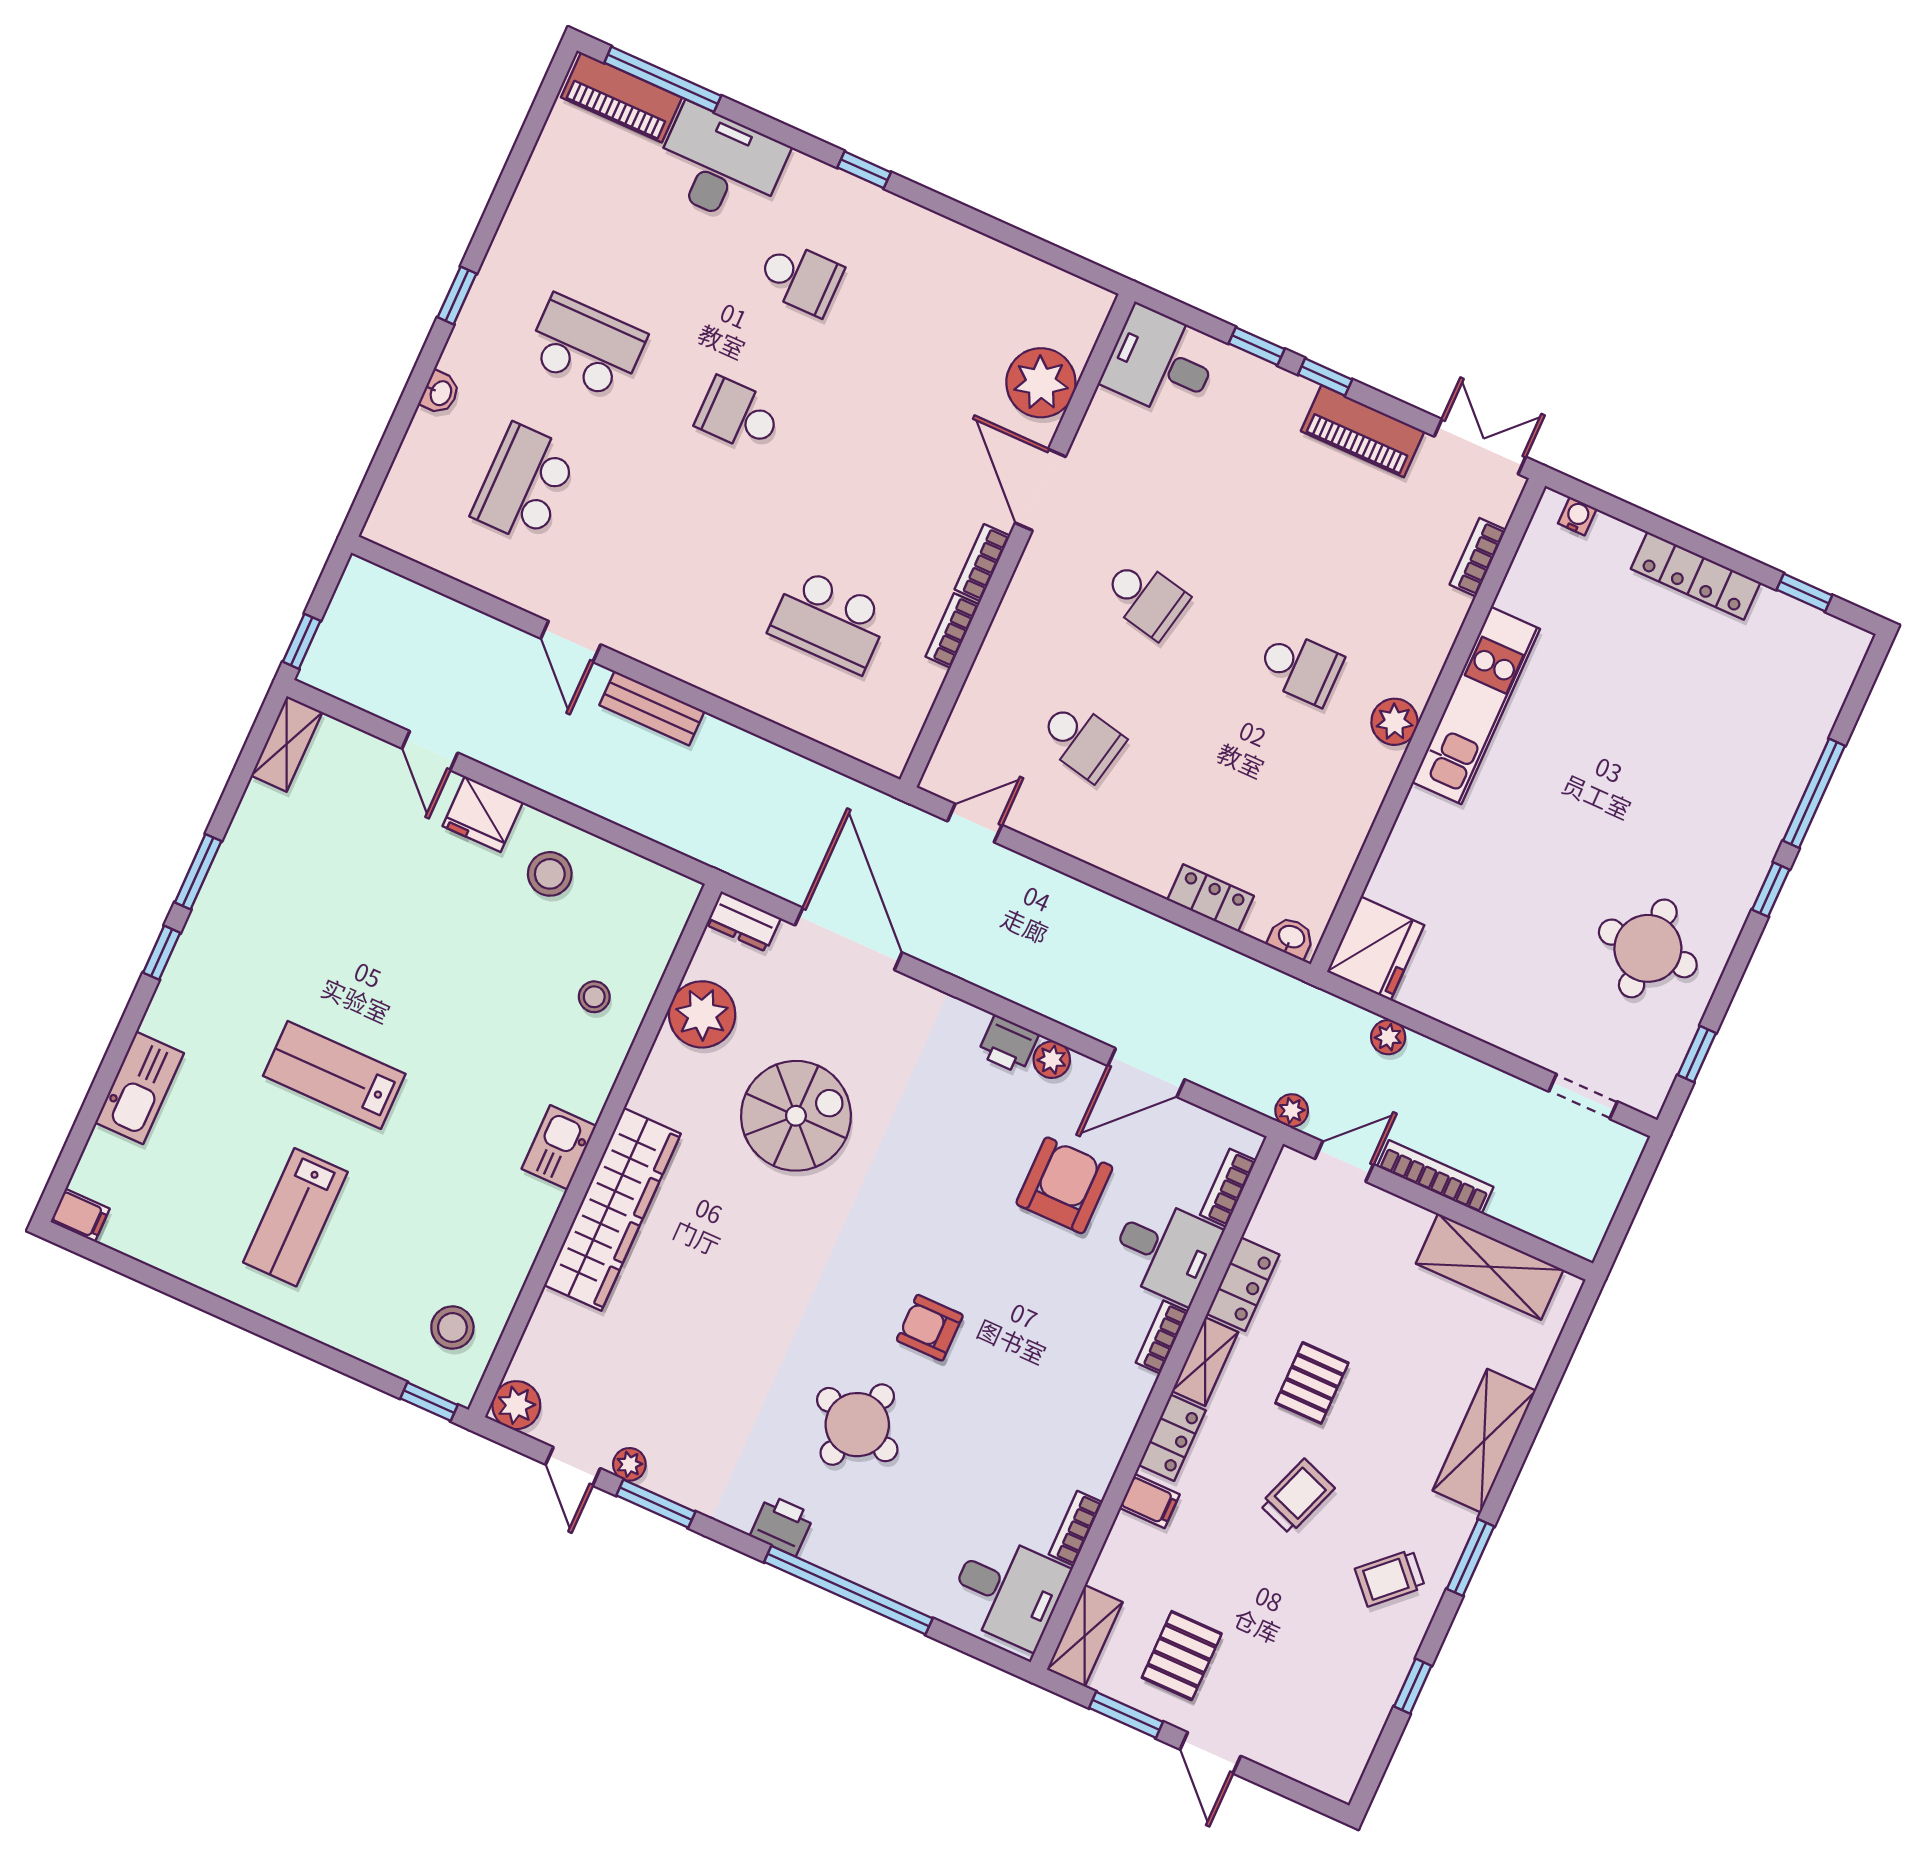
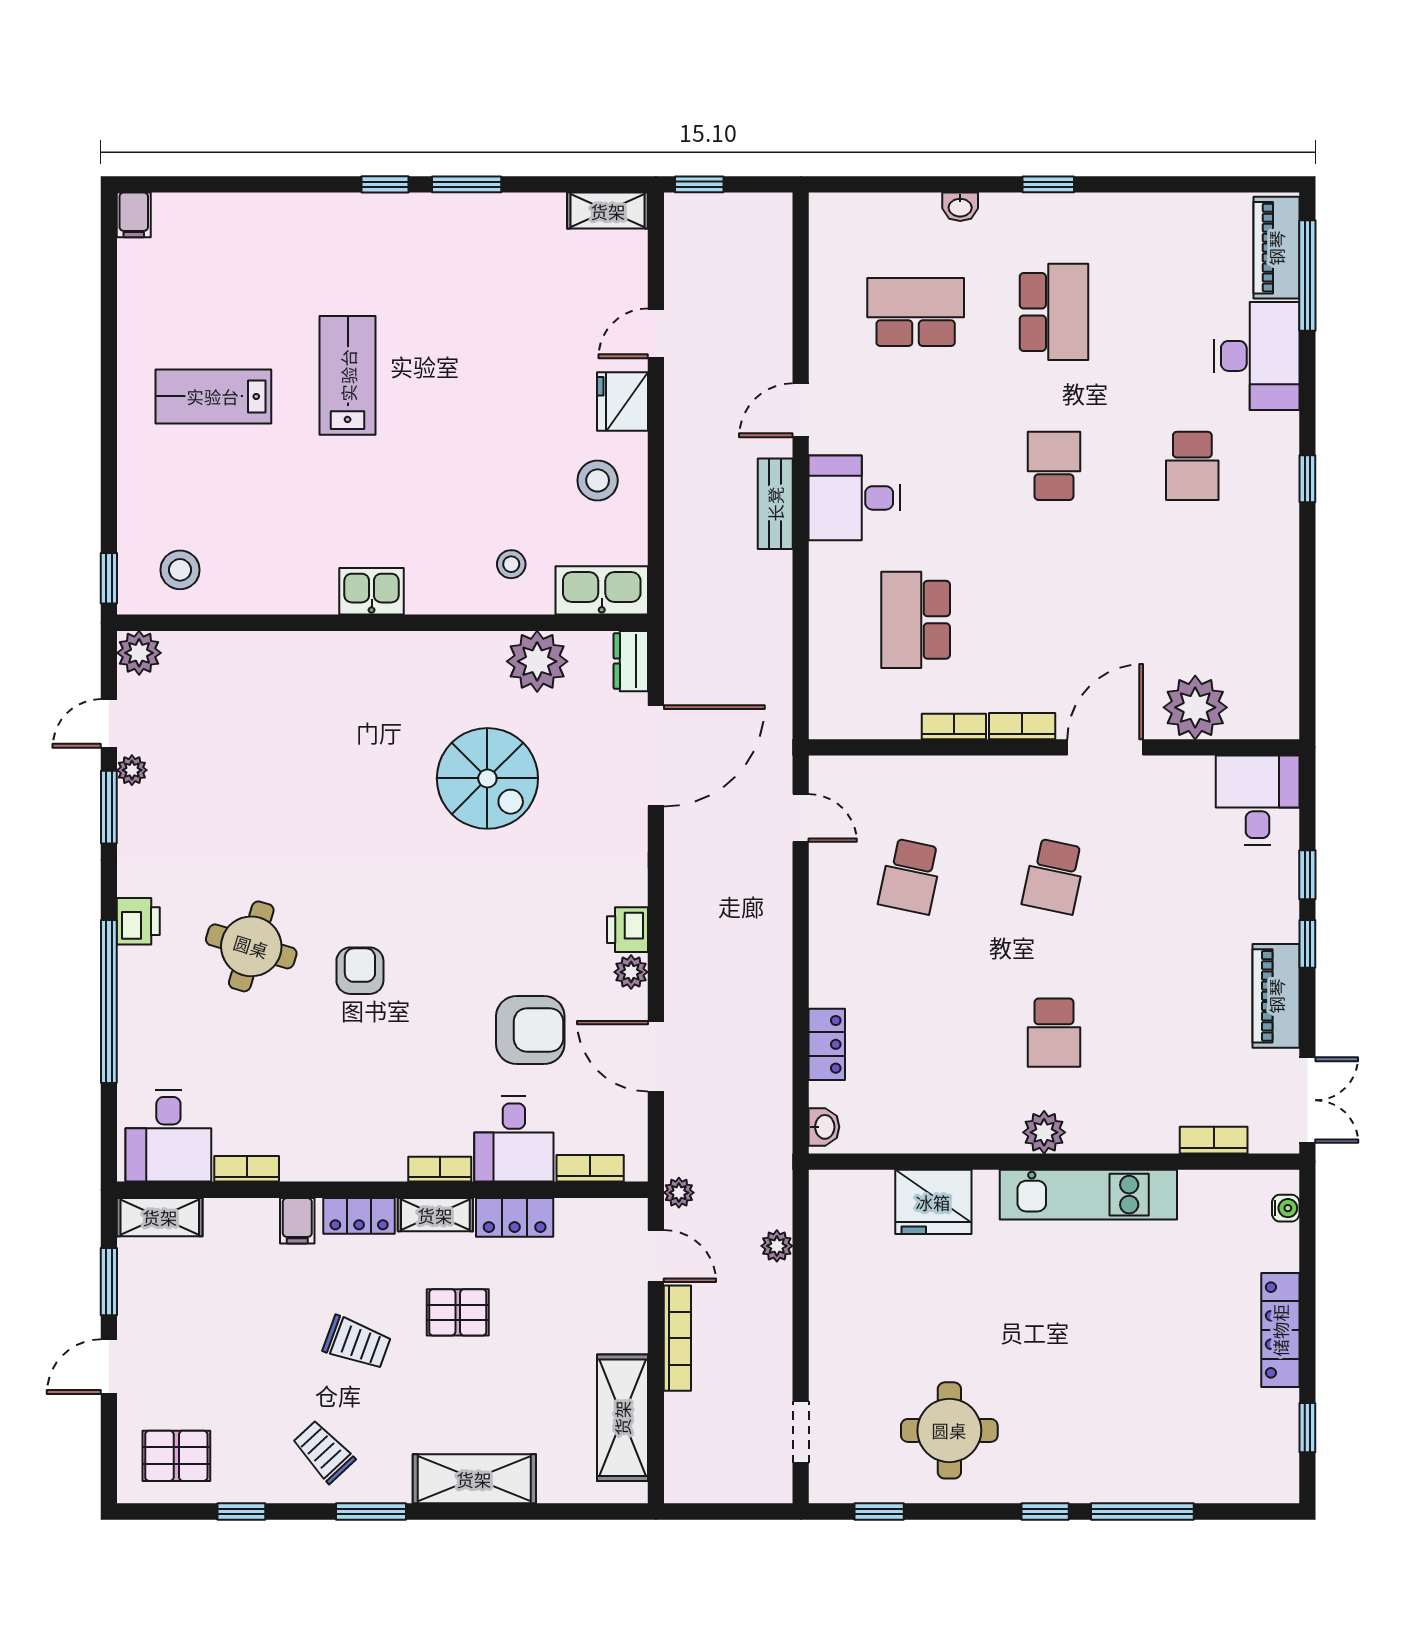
desk: (681, 627) -> (854, 498), added
fridge: (1376, 948) -> (933, 1202), moved
kitchen sink: (139, 1088) -> (602, 590), moved, turned 180
wardrobe: (612, 1209) -> (340, 660), removed
pallet: (1182, 1656) -> (176, 1456), moved

